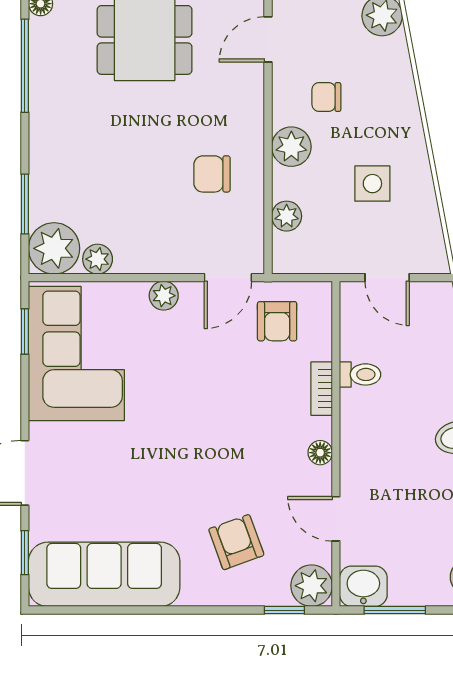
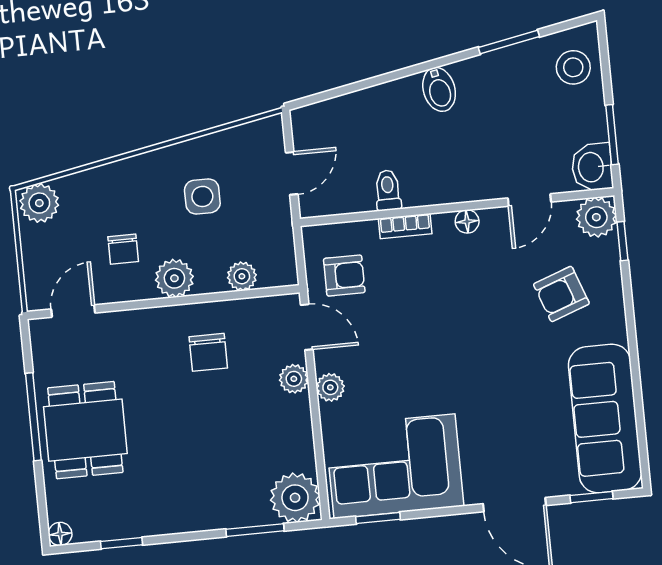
door: (268, 39) -> (73, 311), swing flipped
window: (25, 66) -> (122, 543), width x0.46
plant: (98, 259) -> (294, 379), moved

